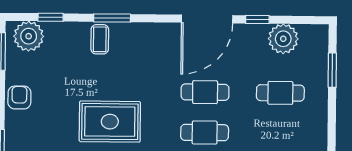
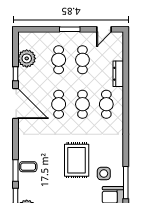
window: (112, 18) -> (15, 170), moved
window: (332, 70) -> (70, 29), moved
cafe table: (280, 133) -> (82, 60), added

